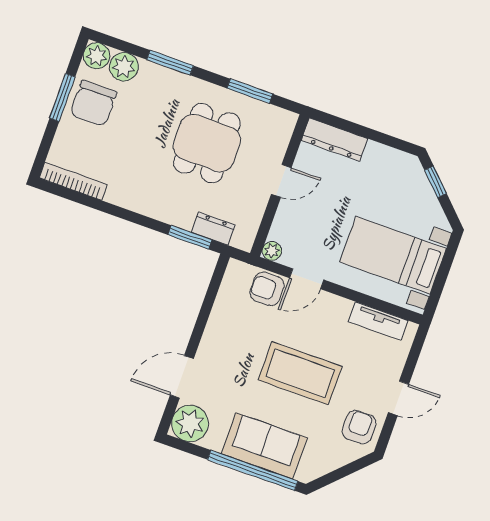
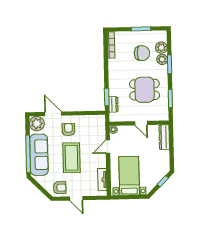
plant: (97, 56) -> (162, 59), moved
chair: (93, 103) -> (142, 53), moved, turned 180
door: (307, 279) -> (108, 147), hinge flipped
armchair: (267, 289) -> (68, 130), moved
sofa: (264, 446) -> (39, 155), width x1.36

